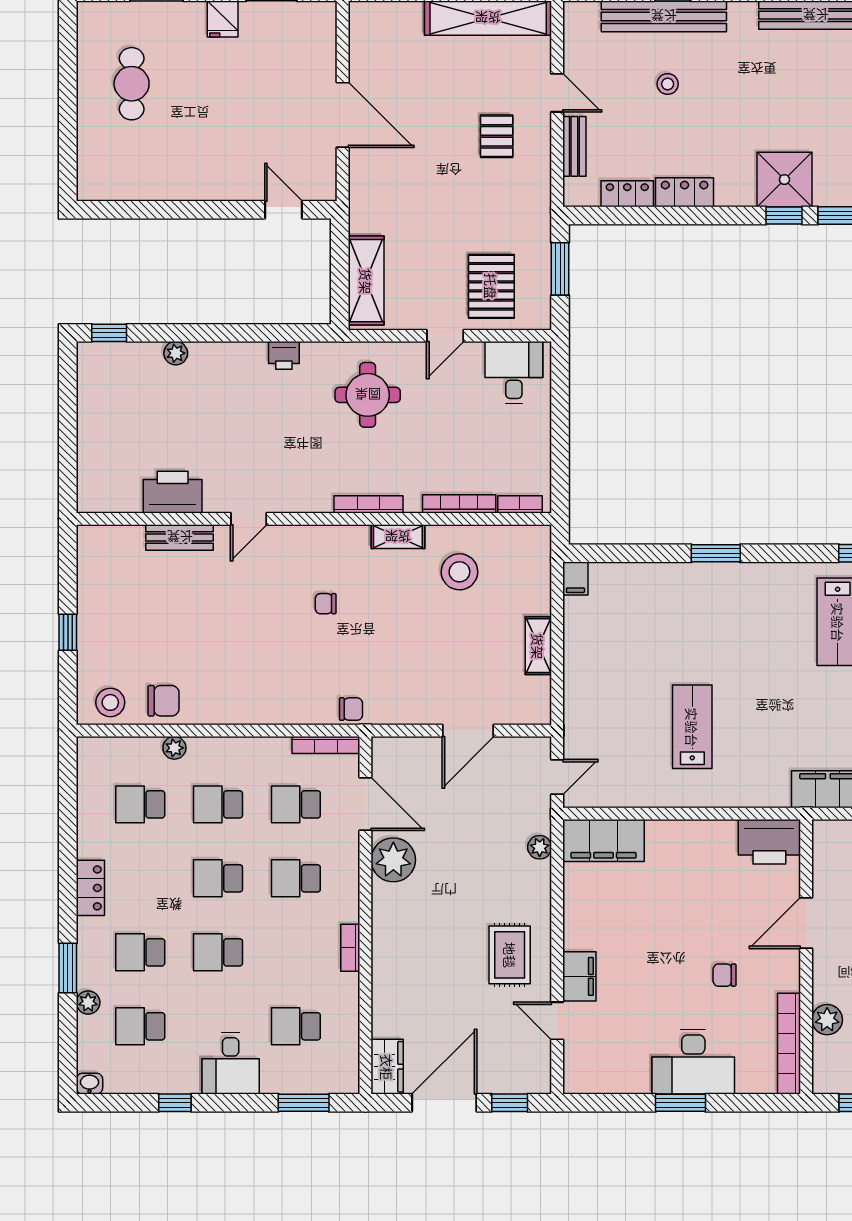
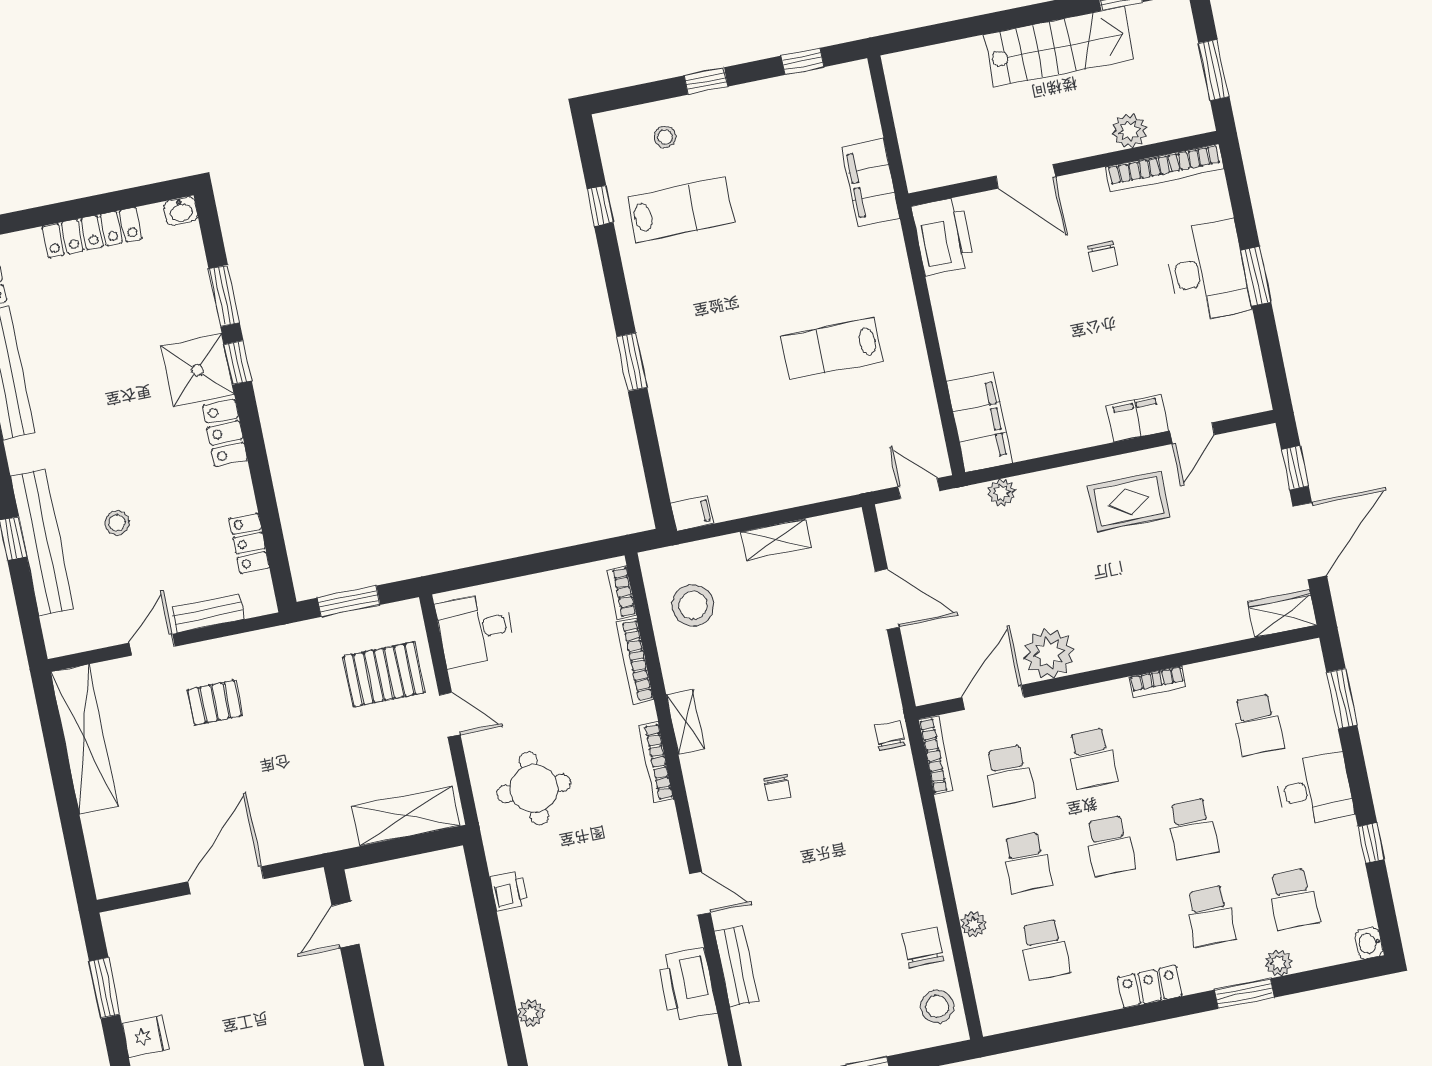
locker: (685, 192) -> (225, 433), moved
stool: (459, 572) -> (693, 605), moved
door: (444, 1103) -> (1310, 541), swing flipped

